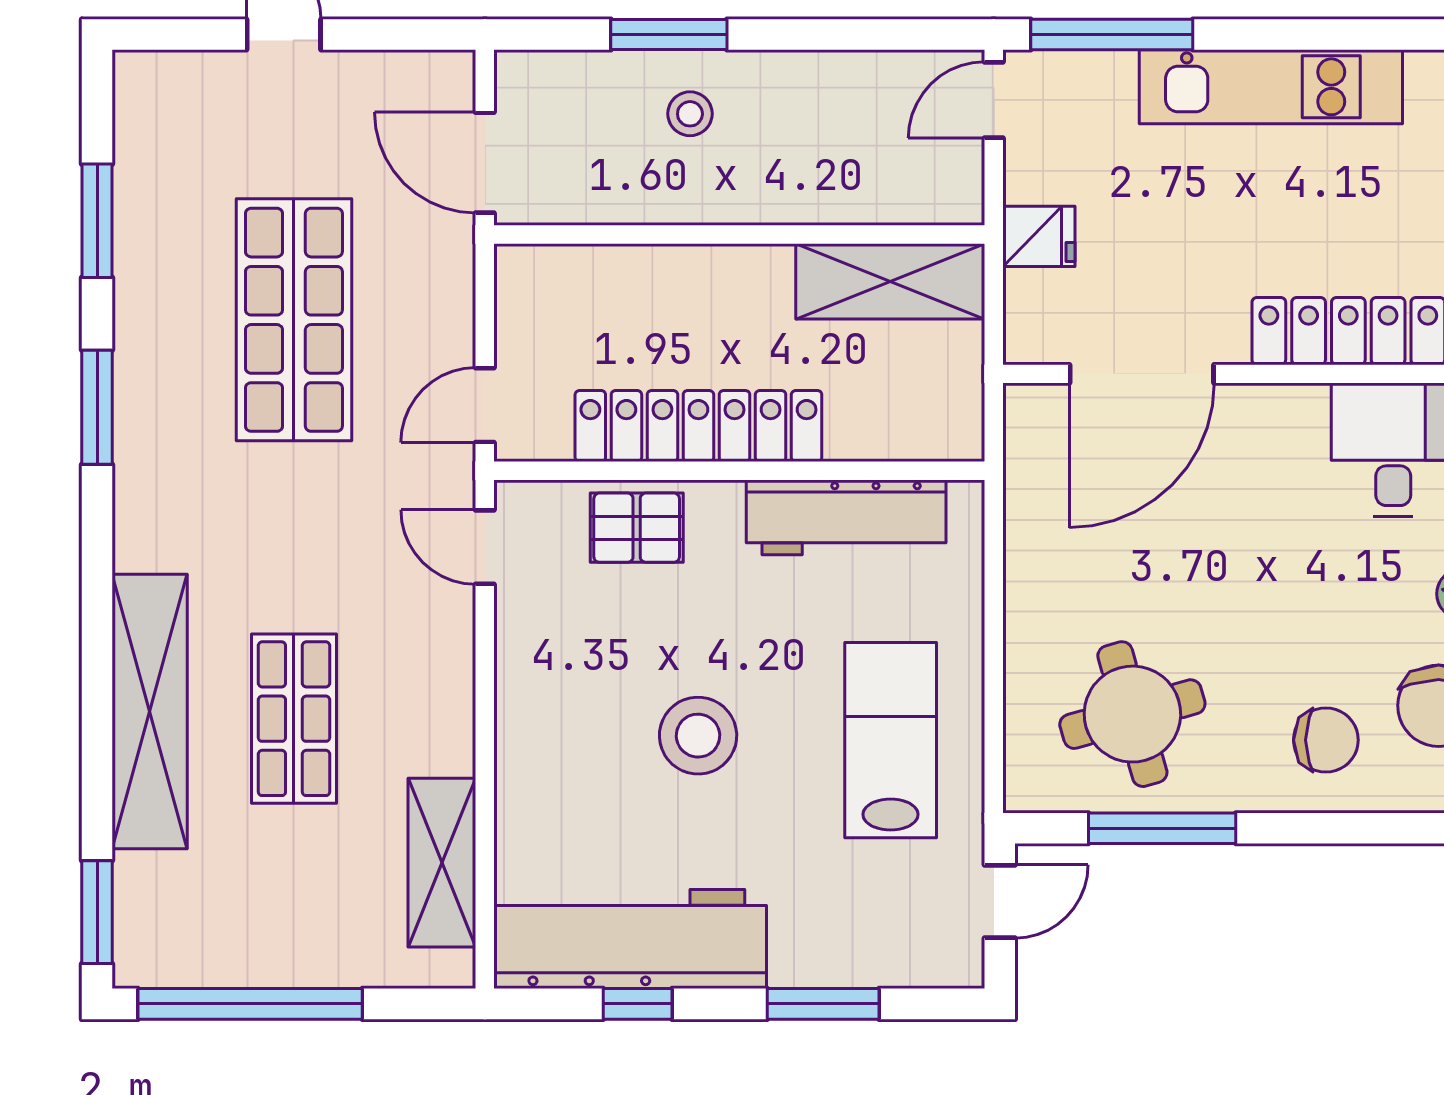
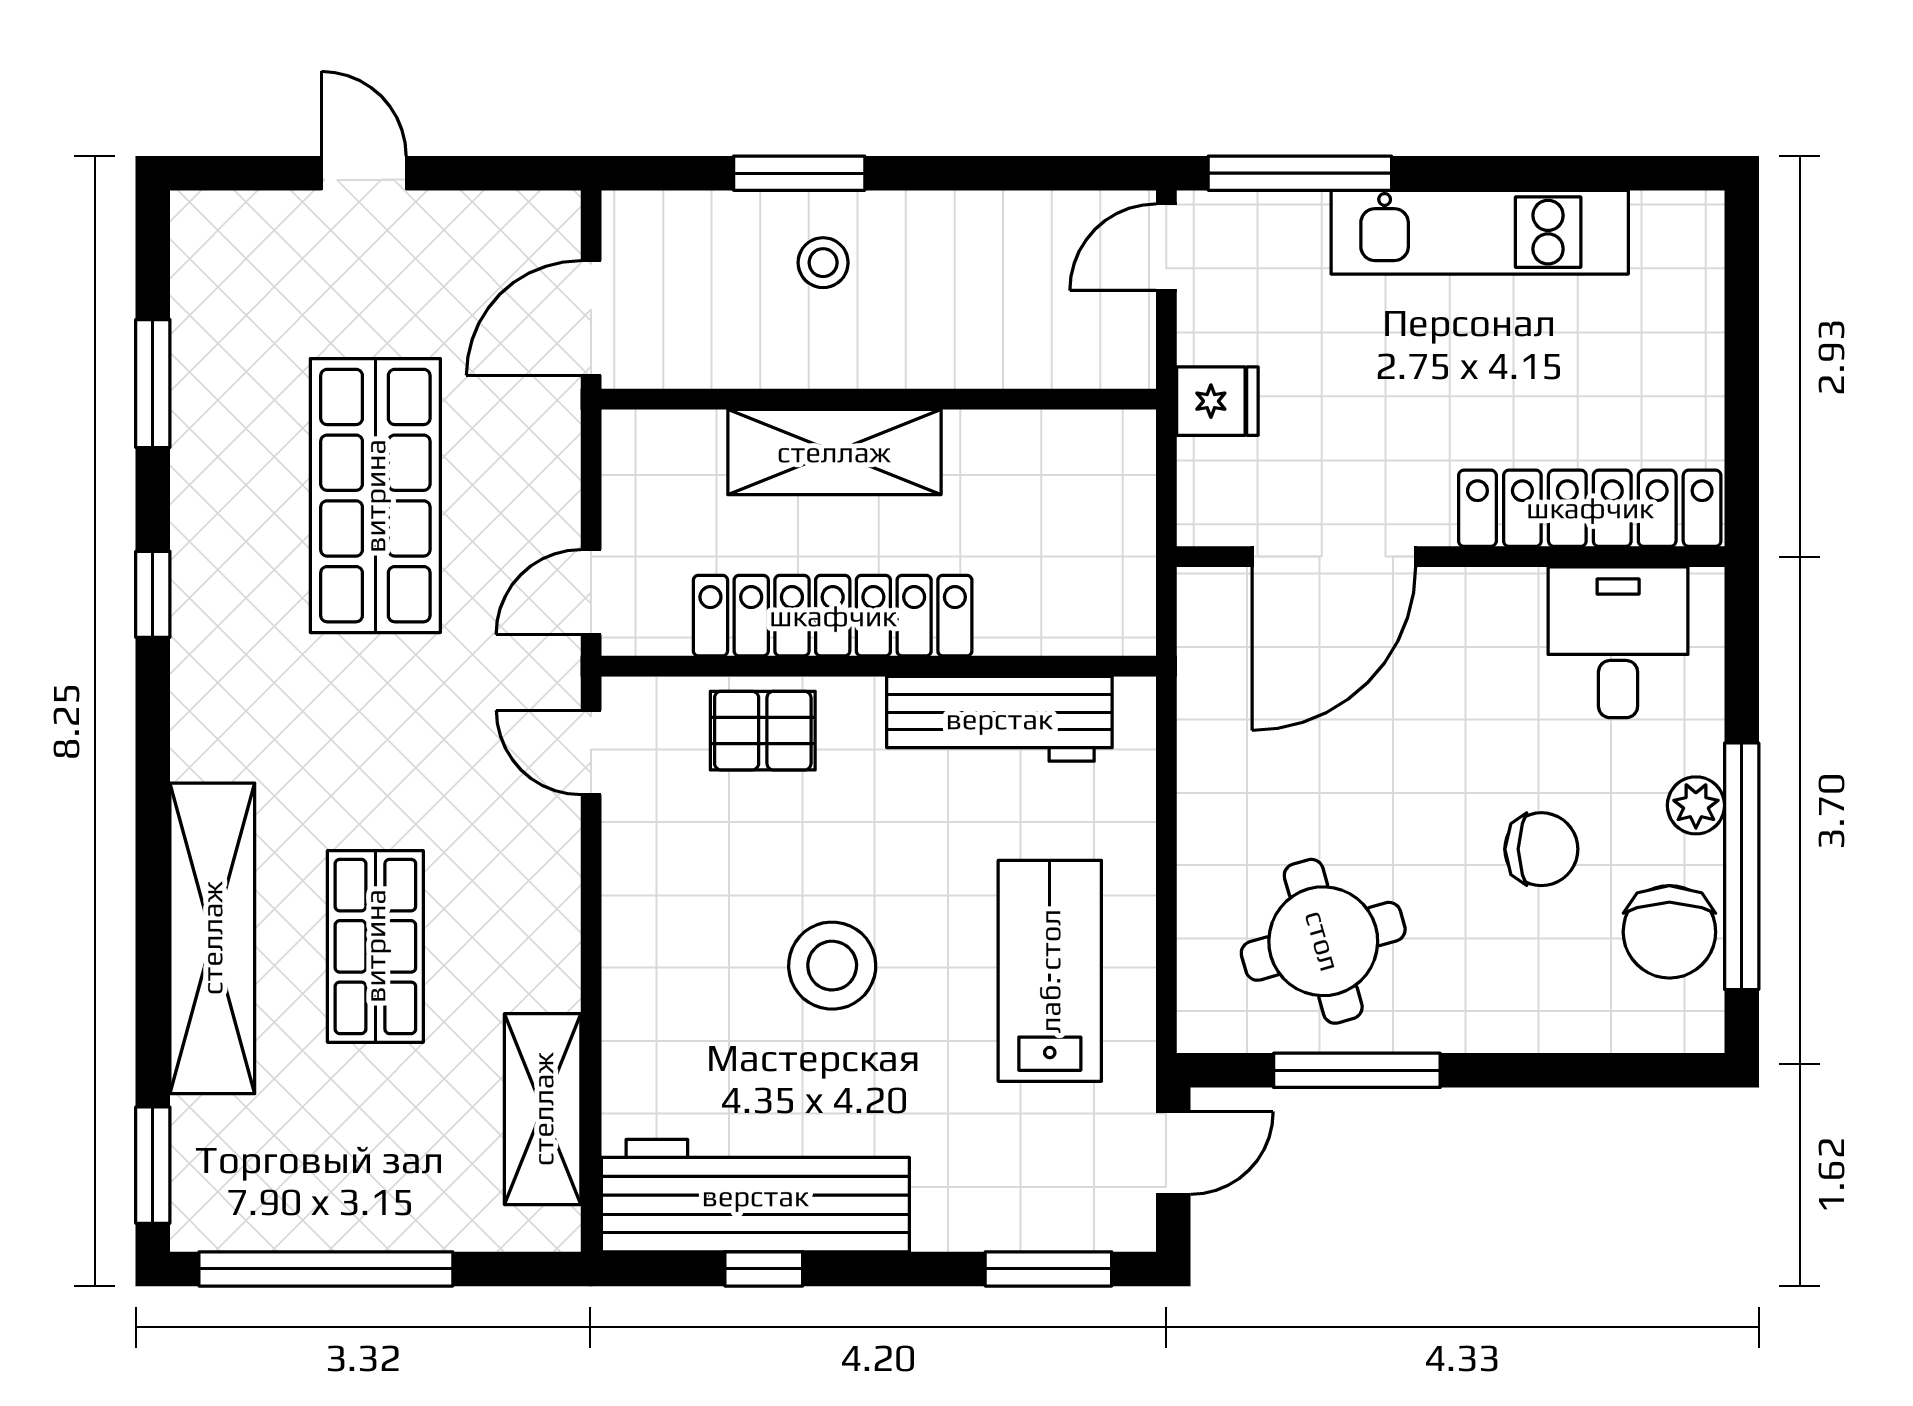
door: (485, 163) -> (591, 318), hinge flipped
shelving: (890, 281) -> (834, 452), moved
window: (97, 407) -> (153, 594), width x0.67
chair: (1326, 740) -> (1541, 849), moved
window: (823, 1004) -> (1048, 1269), moved

